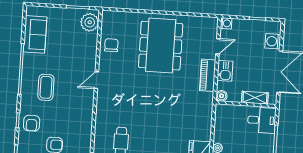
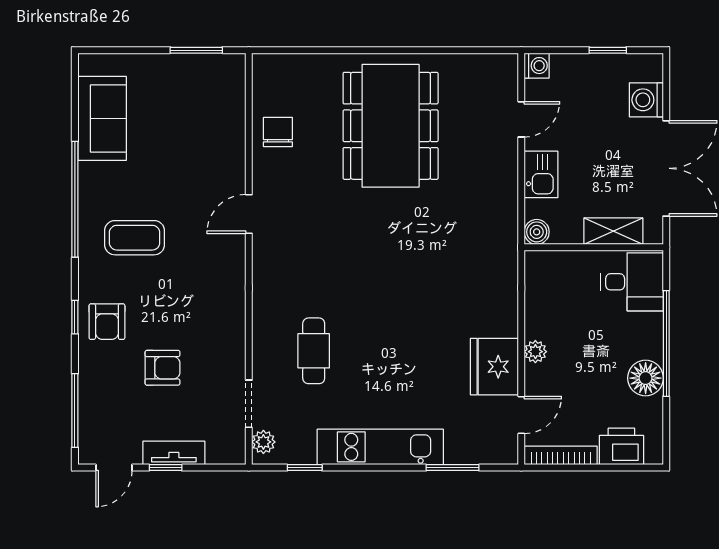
plant: (90, 22) -> (225, 83), removed
piano: (208, 75) -> (502, 187), removed
coffee table: (46, 87) -> (135, 238), turned 90

